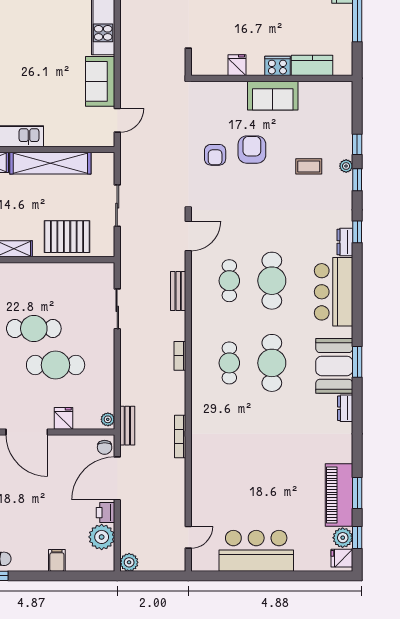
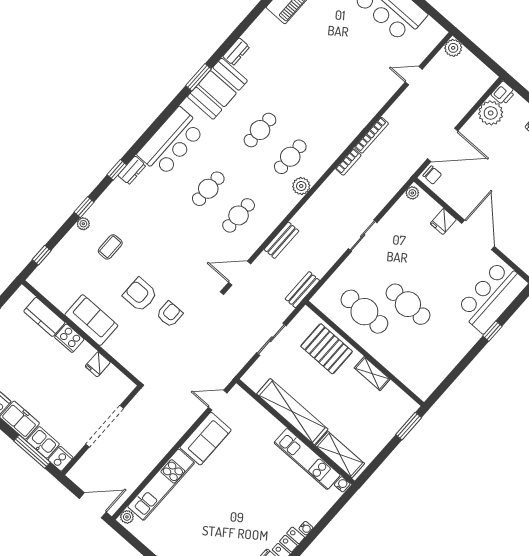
window: (357, 144) -> (42, 255), moved
armchair: (252, 150) -> (140, 295), turned 90
coffee table: (309, 166) -> (110, 247), turned 90
cafe table: (272, 281) -> (208, 189), width x0.73, depth x0.74
sliding door: (117, 309) -> (363, 236), moved
plant: (200, 347) -> (301, 186), added
bookcase: (180, 356) -> (348, 162), moved
cafe table: (272, 363) -> (260, 130), width x0.73, depth x0.74
cafe table: (56, 365) -> (364, 312), moved
bench: (127, 426) -> (302, 290), moved
chair: (105, 447) -> (432, 175), turned 90
printer: (105, 513) -> (503, 93), moved
door: (188, 537) -> (414, 76), moved
plant: (129, 562) -> (453, 48), moved

